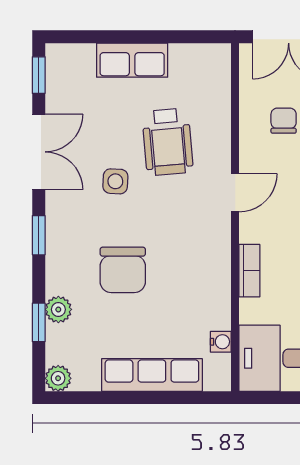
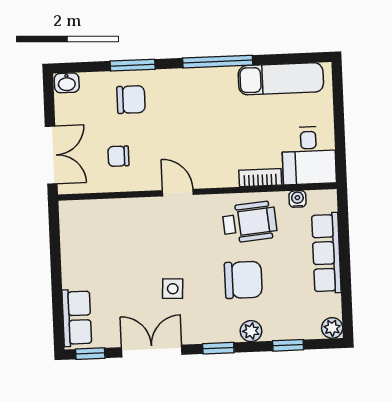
row of seats: (132, 60) -> (77, 318), moved
wheelchair: (168, 142) -> (250, 222), moved
bookcase: (249, 271) -> (260, 178), moved
plant: (58, 309) -> (251, 331), moved

